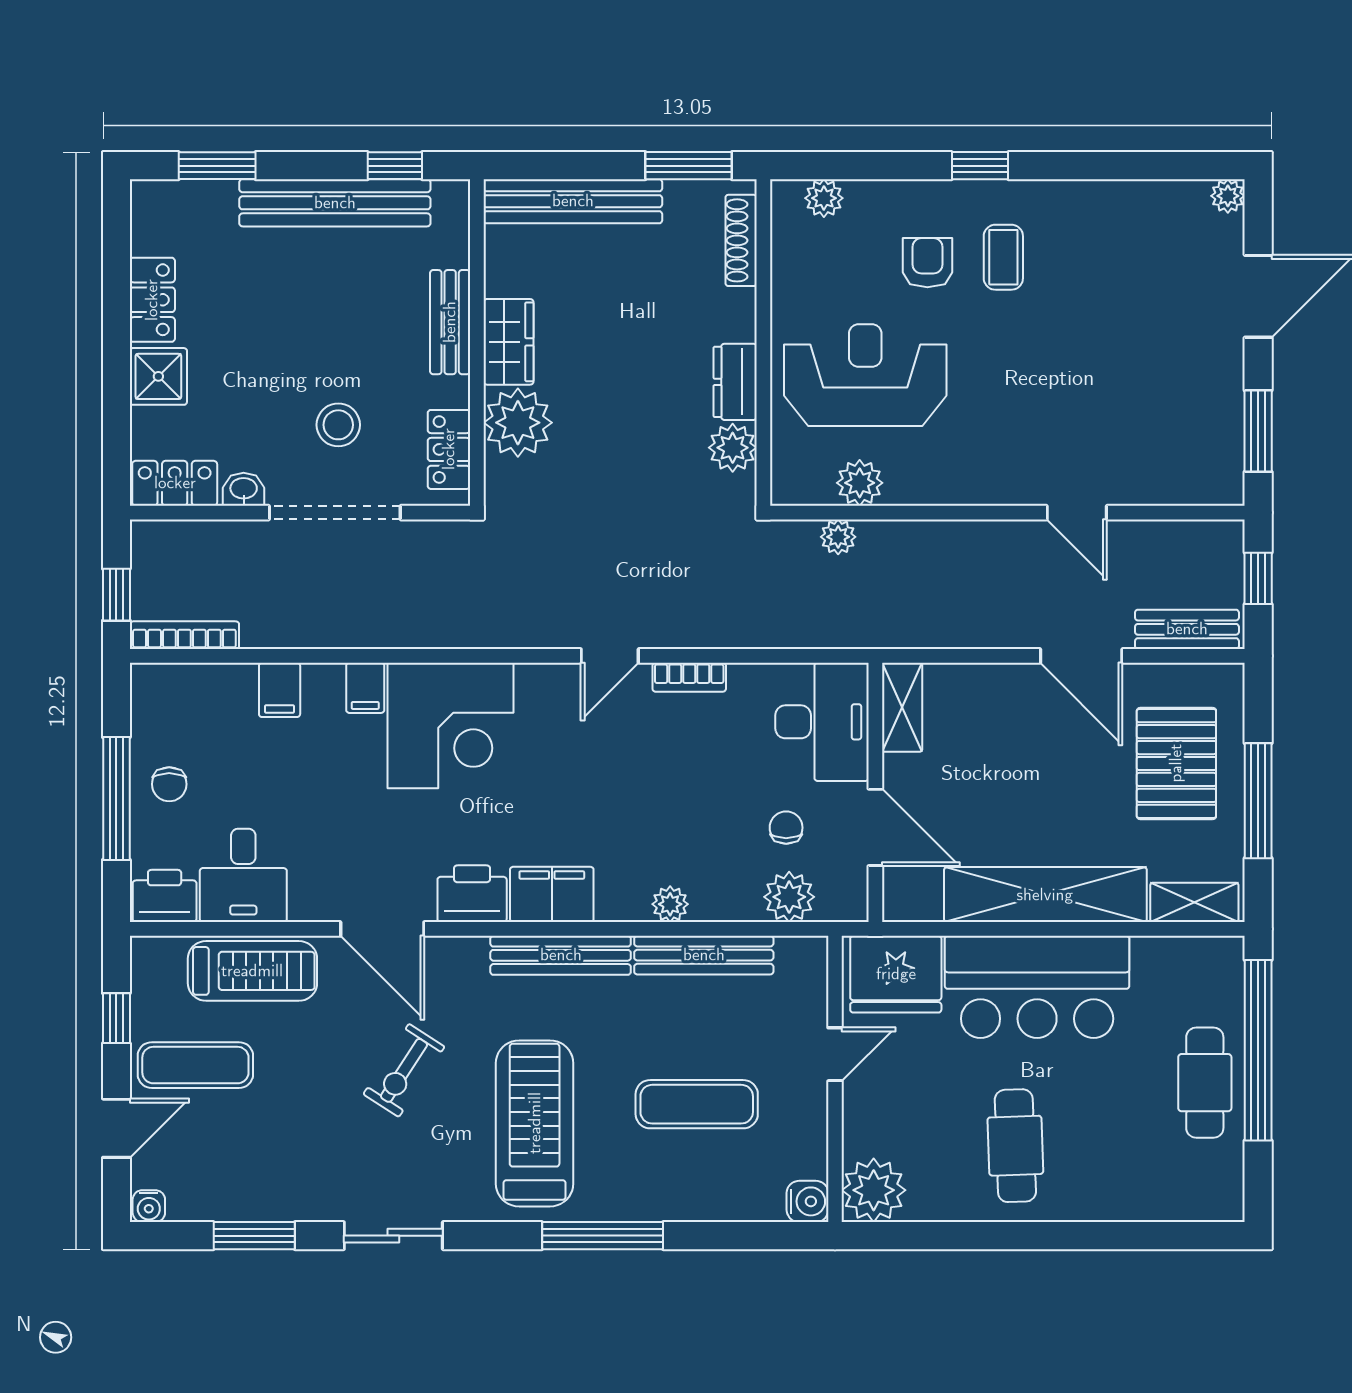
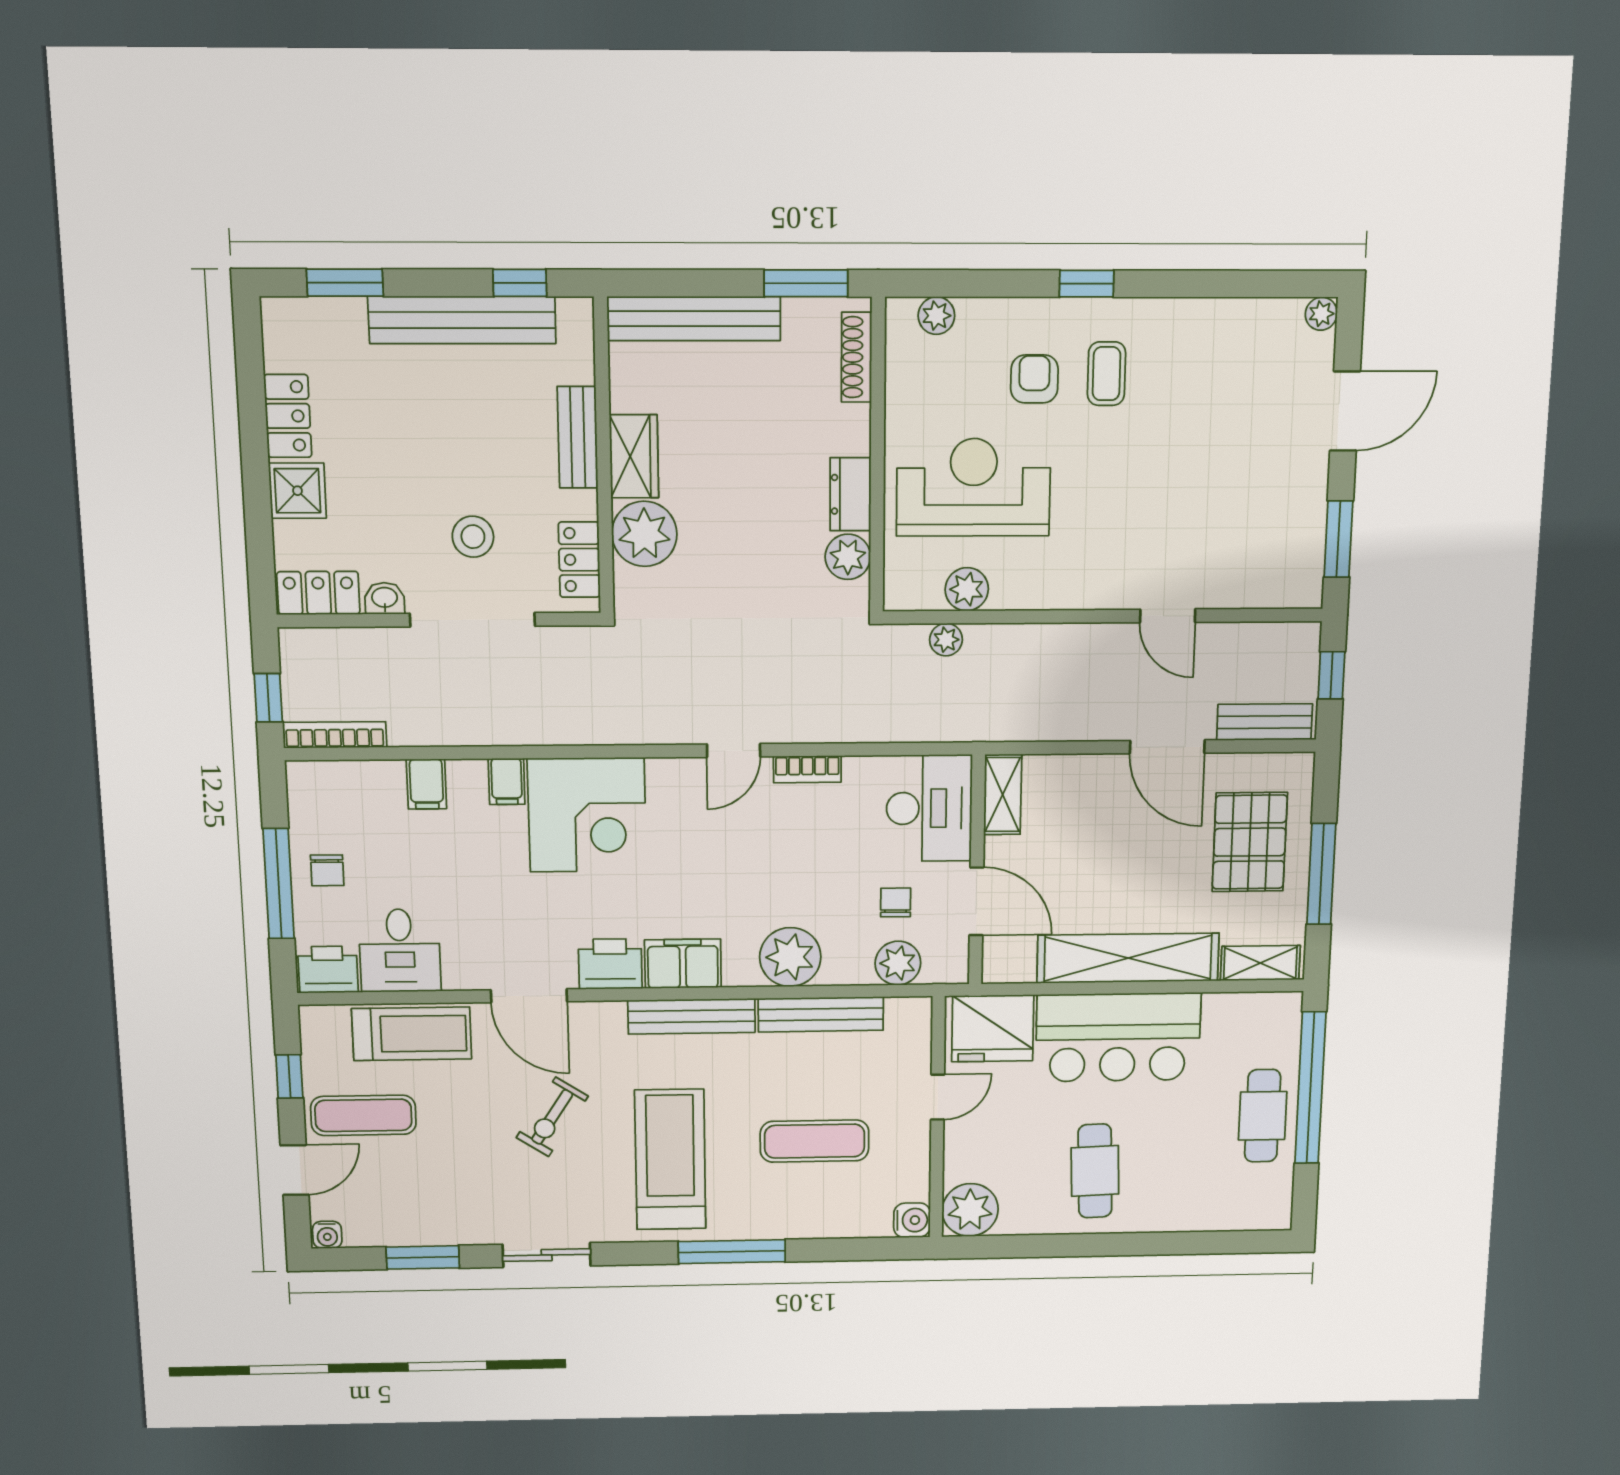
plant: (670, 904) -> (790, 957), width x1.88, depth x1.88

